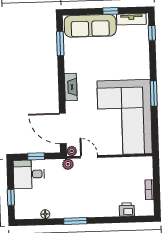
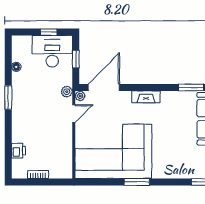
desk: (29, 174) -> (52, 51), width x1.37
window: (11, 197) -> (49, 32), moved

